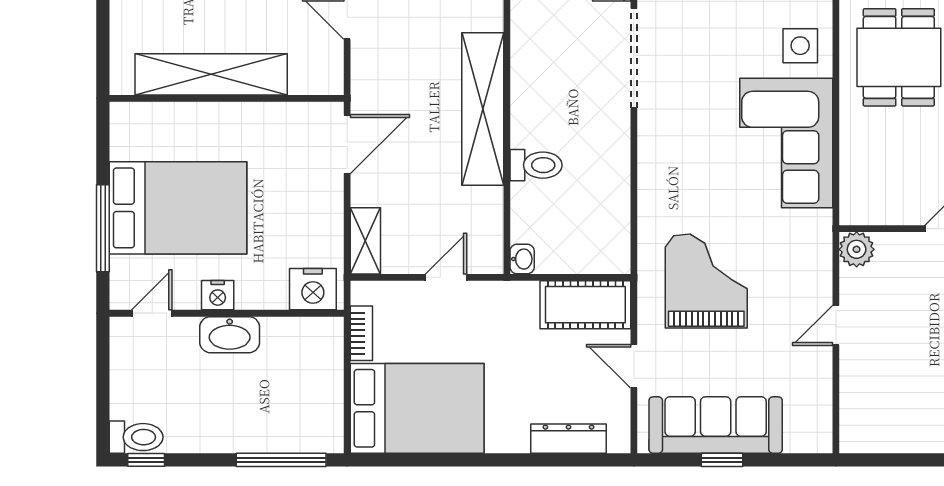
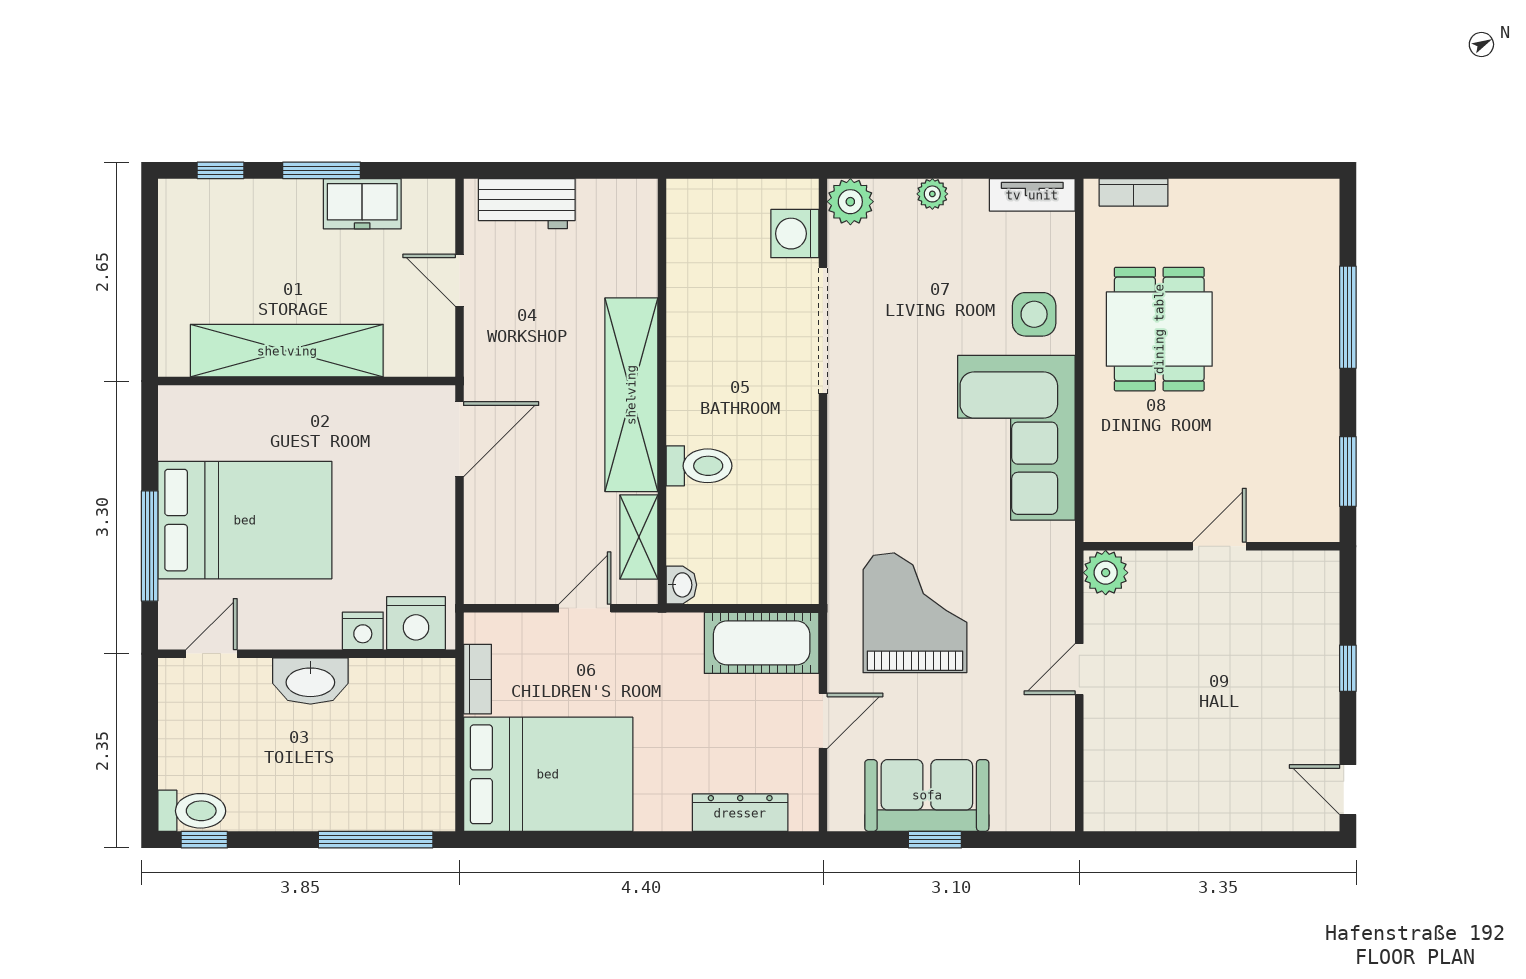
shelving: (365, 241) -> (639, 537), moved
nightstand: (218, 295) -> (363, 631), moved
door: (634, 366) -> (823, 721), swing flipped
sofa: (716, 425) -> (927, 795), width x0.73

